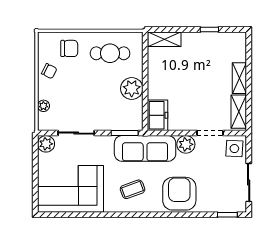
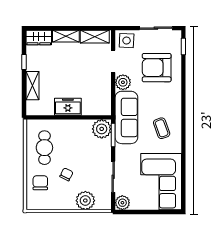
shelving: (164, 39) -> (32, 86), moved
wardrobe: (238, 47) -> (39, 38), added
chair: (49, 71) -> (66, 174), moved
plant: (132, 89) -> (102, 129), moved
plant: (43, 106) -> (85, 201), width x1.87, depth x1.87
freezer: (157, 115) -> (68, 107), moved
armchair: (179, 194) -> (157, 68), moved

